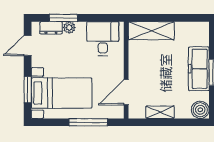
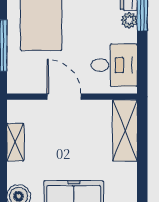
door: (126, 92) -> (64, 97), moved

